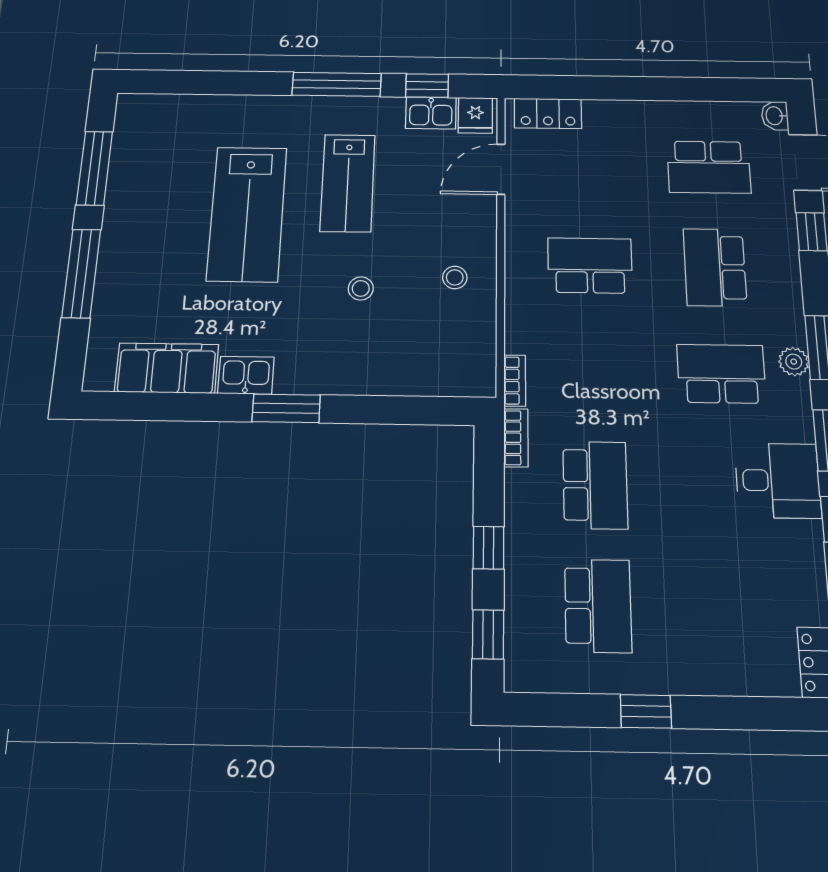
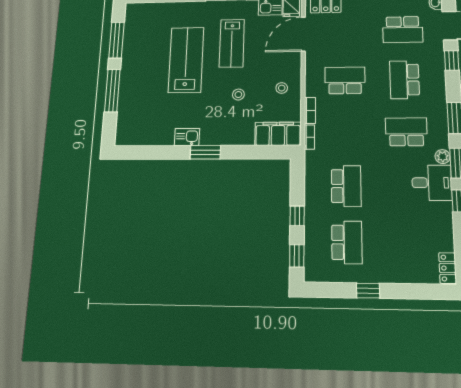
door: (501, 169) -> (303, 34), width x1.36
lab bench: (247, 214) -> (186, 60), turned 180
plant: (794, 362) -> (443, 157), moved
filing cabinet: (167, 368) -> (278, 134), moved
bookcase: (516, 438) -> (310, 110), moved

